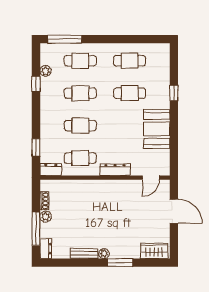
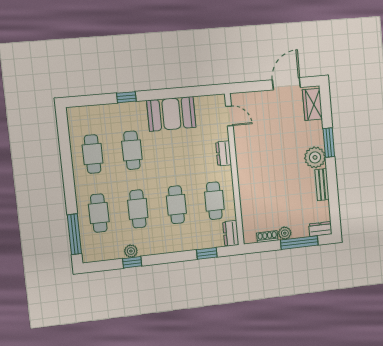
plant: (46, 71) -> (131, 251), moved
dresser: (115, 170) -> (224, 153), width x0.70
door: (174, 211) -> (286, 84), moved
plant: (104, 254) -> (315, 157), width x1.88, depth x1.88

